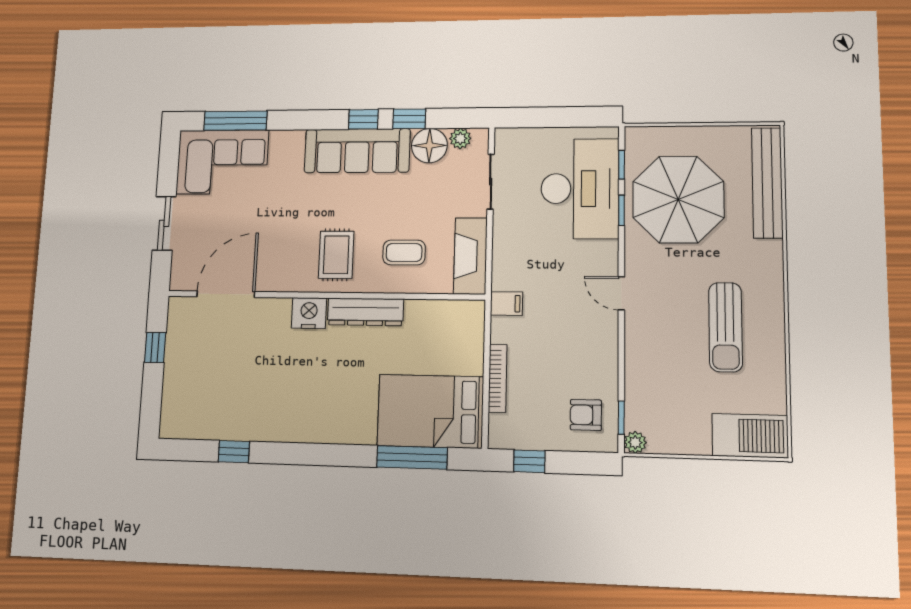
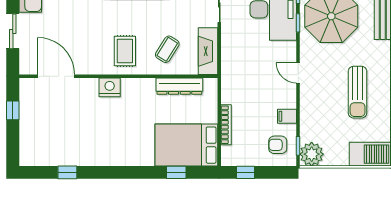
coffee table: (404, 252) -> (167, 49), turned -58
door: (226, 294) -> (56, 76), hinge flipped
filing cabinet: (506, 304) -> (287, 116), moved, turned 180
dresser: (365, 312) -> (179, 86), moved
plant: (635, 442) -> (312, 154), width x1.88, depth x1.88
window: (412, 457) -> (176, 172), width x0.46

